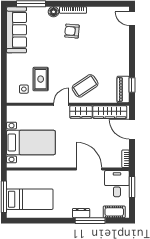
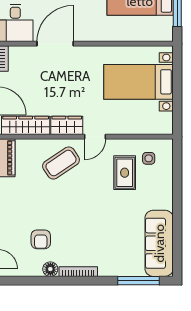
floor lamp: (54, 12) -> (50, 269), moved
armchair: (72, 31) -> (41, 239), moved, turned 85
door: (89, 169) -> (55, 44), swing flipped

